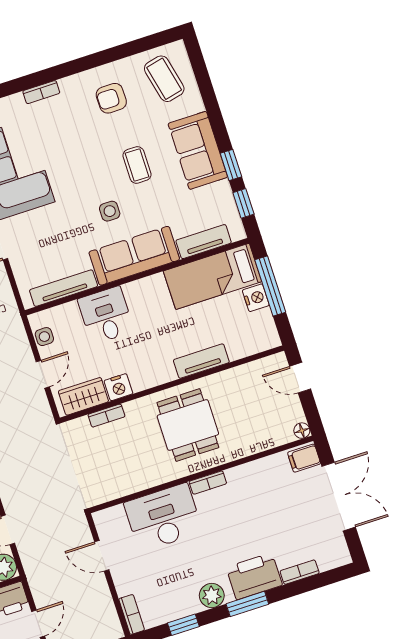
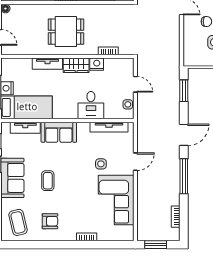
side table: (110, 211) -> (101, 164), moved
sofa: (134, 256) -> (59, 132), width x0.73
door: (43, 374) -> (135, 84), swing flipped
wardrobe: (83, 396) -> (76, 65), moved
dining table: (188, 425) -> (66, 32), turned 90

